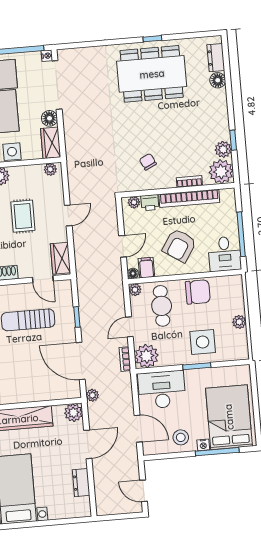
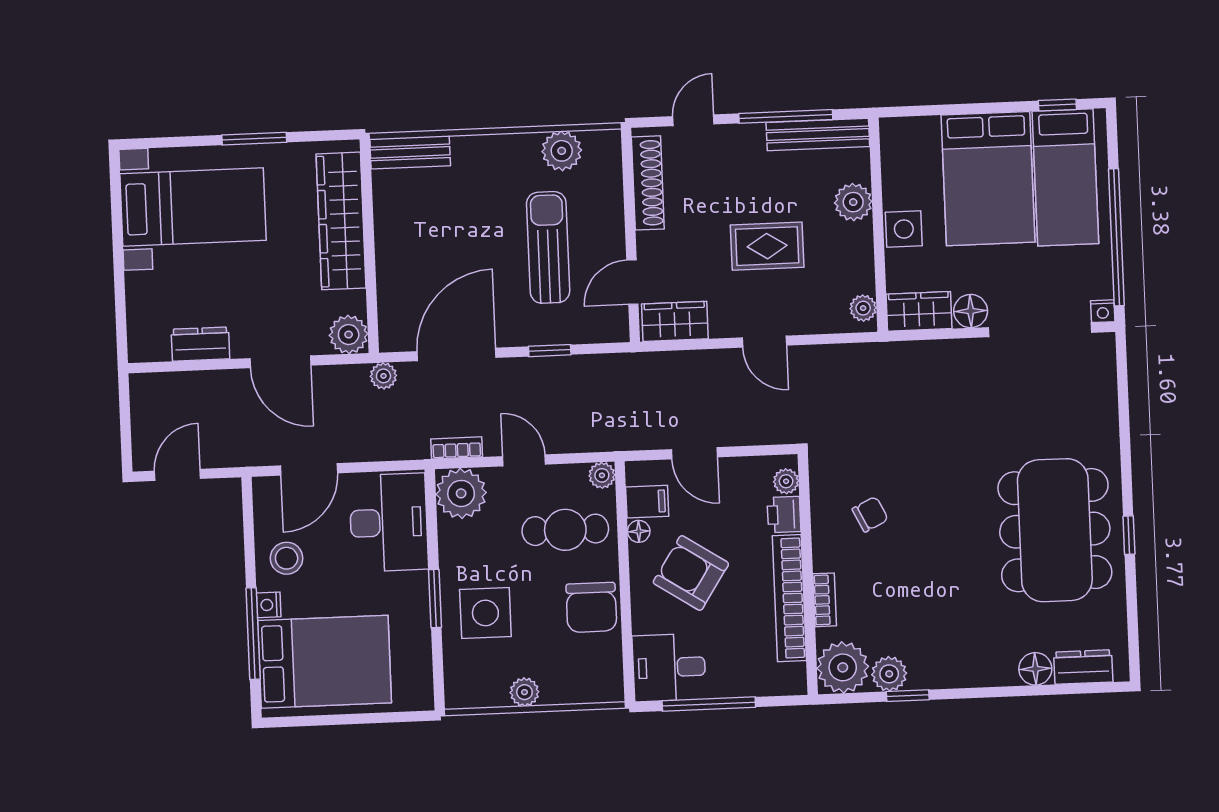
floor lamp: (133, 273) -> (639, 531), moved

